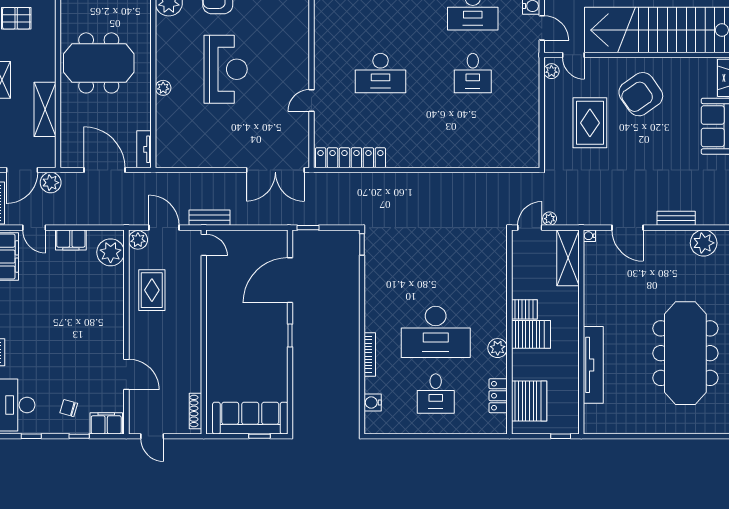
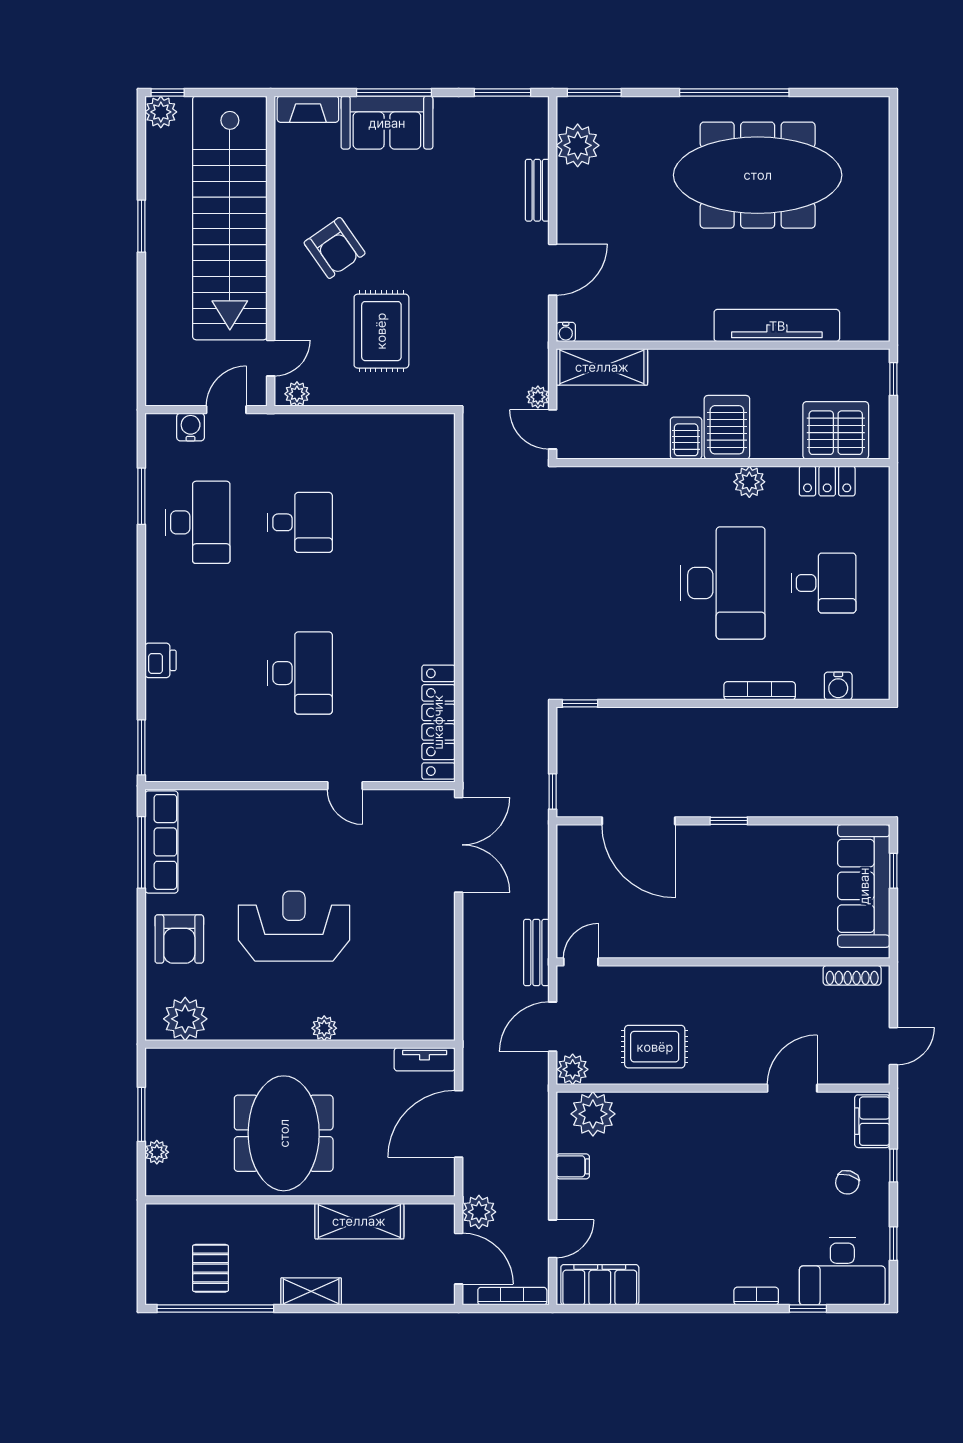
armchair: (641, 94) -> (335, 248), width x0.73, depth x0.73
rug: (590, 123) -> (381, 331), turned 90
filing cabinet: (71, 240) -> (573, 1166), width x0.50

